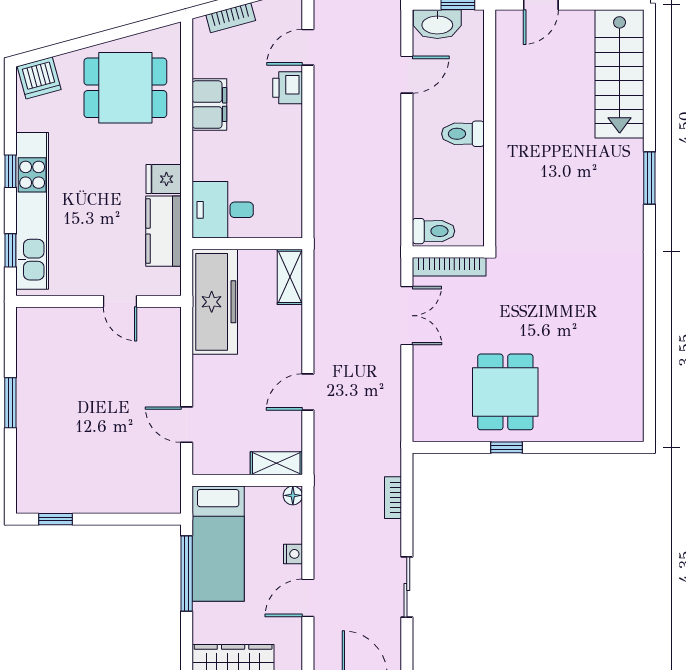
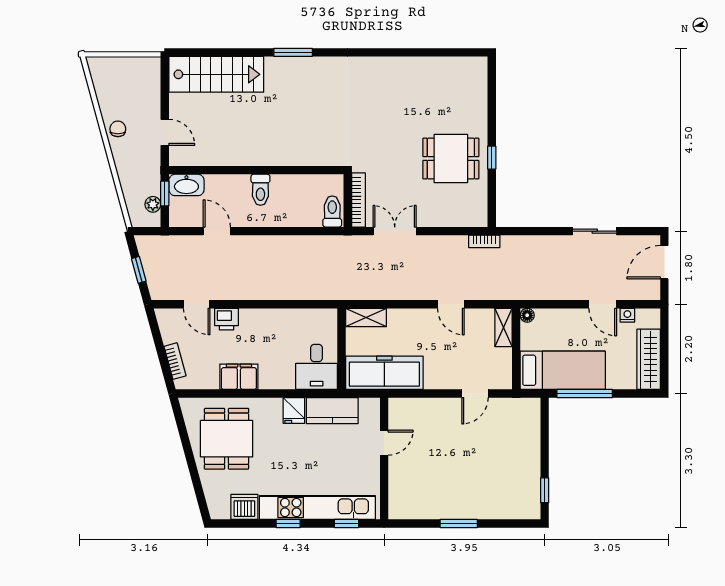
washbasin: (437, 24) -> (186, 185), moved, turned 90
dishwasher: (39, 78) -> (244, 507), moved, turned -75
bookcase: (393, 498) -> (484, 241), moved
nightstand: (293, 554) -> (627, 315), moved

